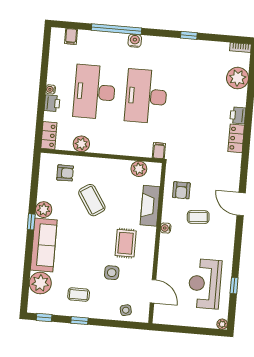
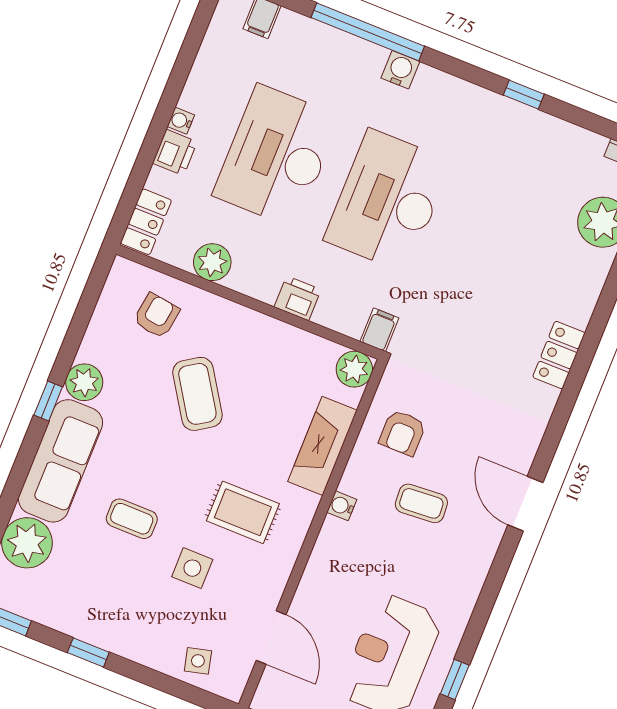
printer: (238, 115) -> (298, 298), moved, turned 90
plant: (139, 169) -> (354, 369), moved
armchair: (65, 173) -> (157, 316), turned -82
rug: (126, 243) -> (243, 512), turned 90
coffee table: (79, 295) -> (132, 519), moved

